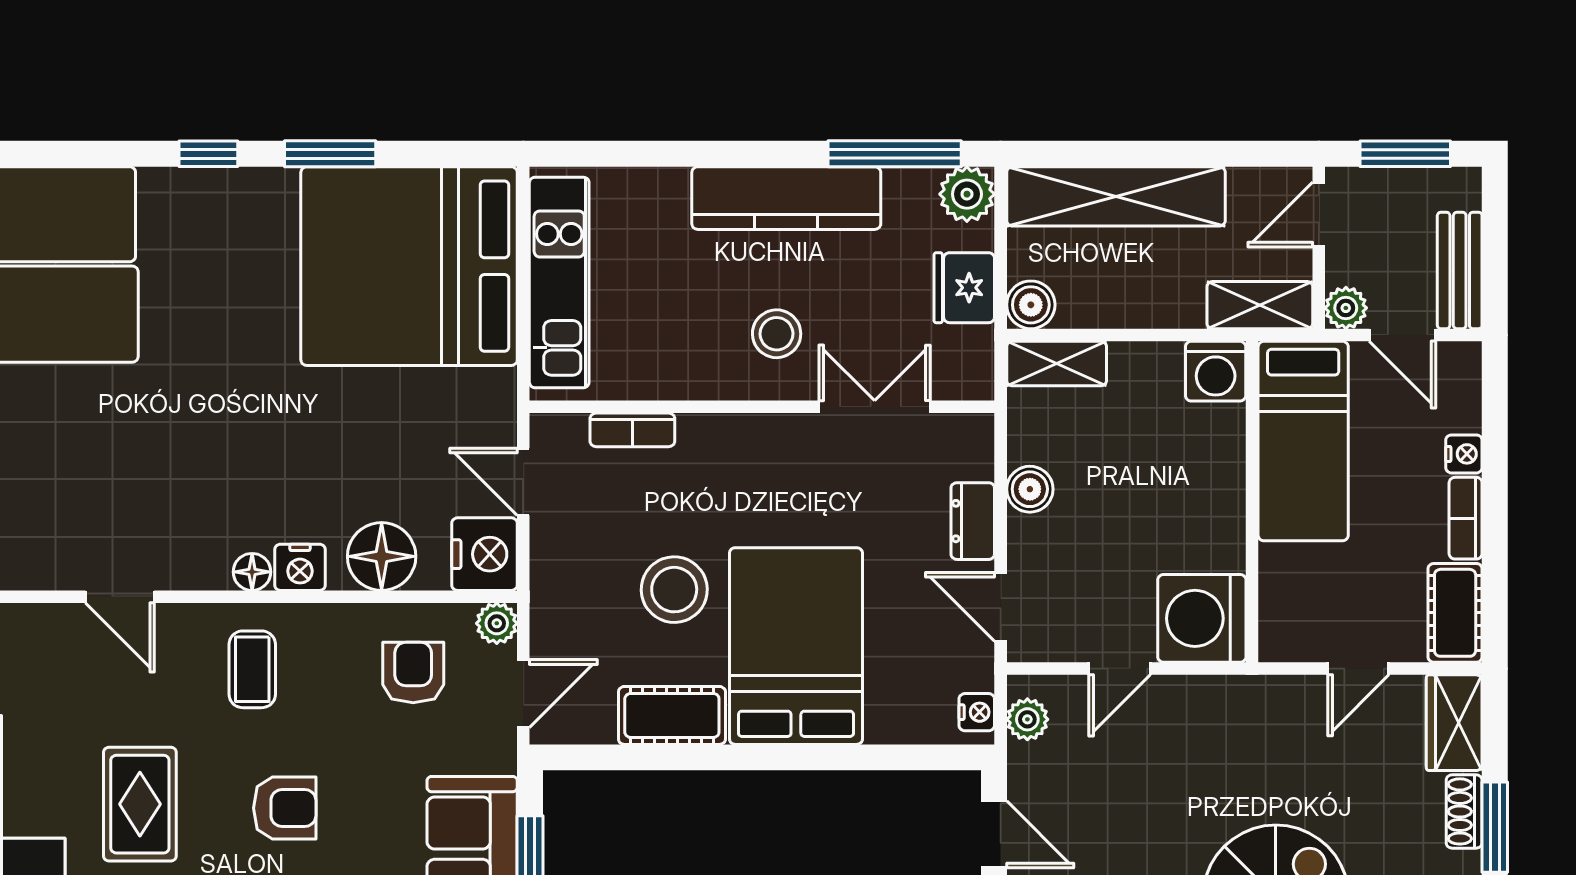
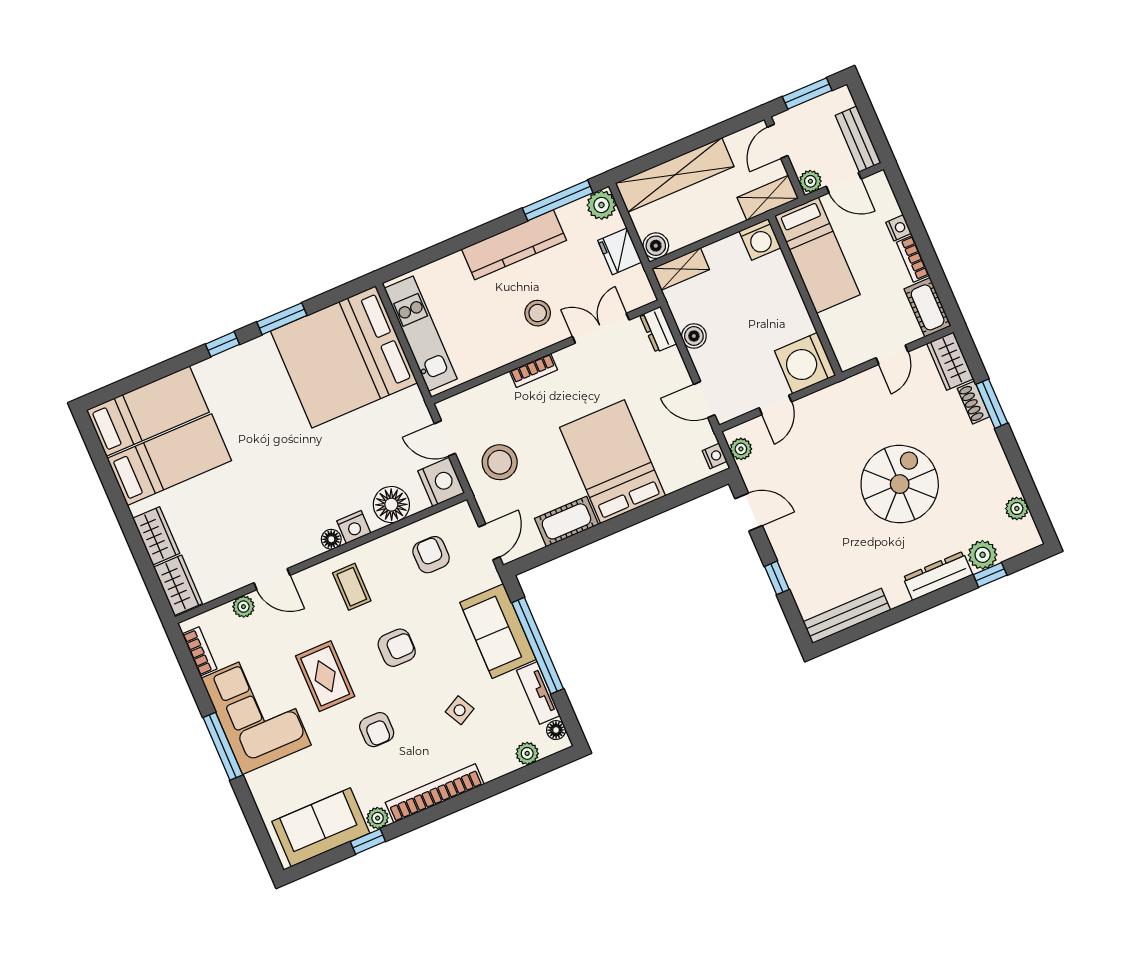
bookcase: (632, 430) -> (533, 370), moved
dresser: (973, 521) -> (658, 330), moved
stool: (674, 590) -> (500, 462), moved
plant: (497, 623) -> (243, 607), moved

